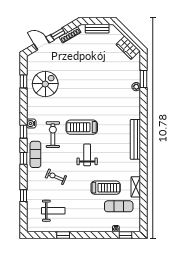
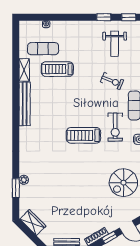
treadmill: (82, 127) -> (83, 135), turned 180
bench: (135, 139) -> (25, 104), moved
weight bench: (87, 155) -> (78, 105), removed
weight bench: (53, 211) -> (115, 44), turned -90
window: (126, 235) -> (129, 17), moved

